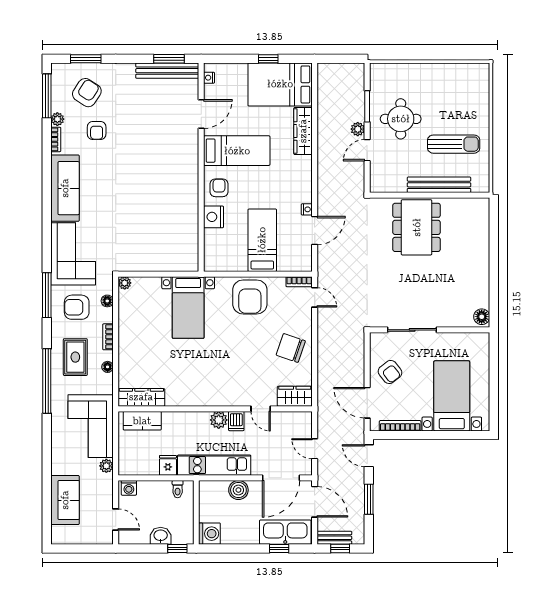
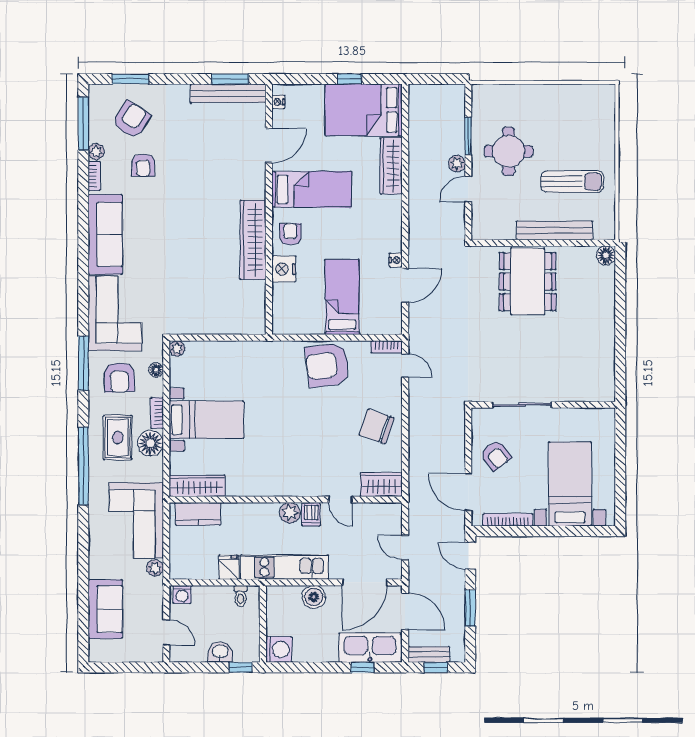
wardrobe: (188, 193) -> (253, 240), added
armchair: (250, 297) -> (327, 365), turned 83
armchair: (77, 307) -> (119, 378), turned -92
bed with nightstands: (188, 307) -> (206, 420), moved, turned -90
floor lamp: (482, 317) -> (606, 255), moved
floor lamp: (108, 367) -> (150, 443), width x1.89, depth x1.89

